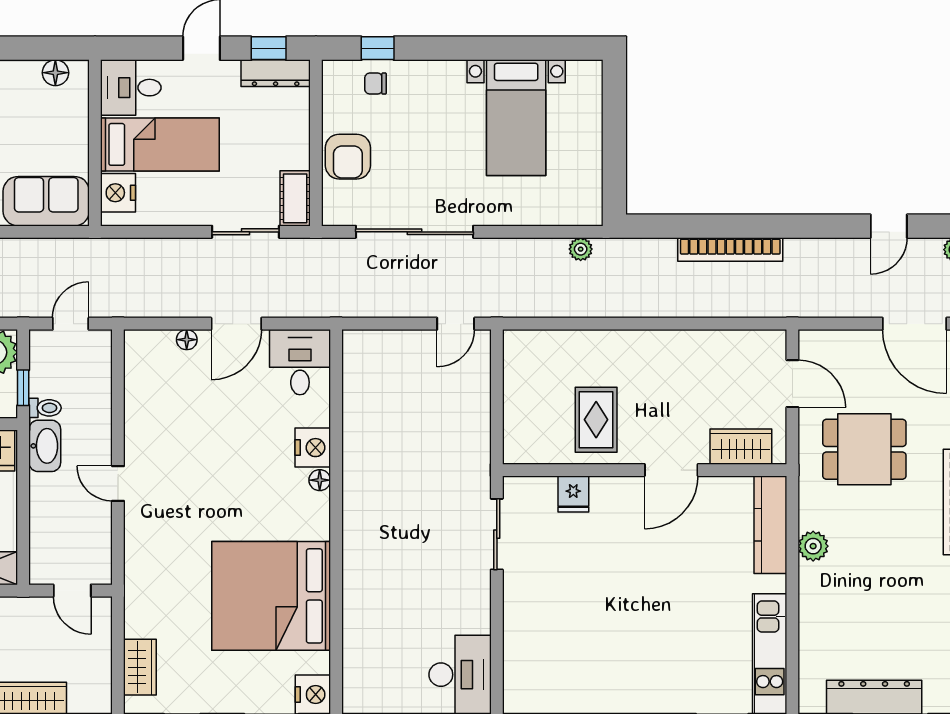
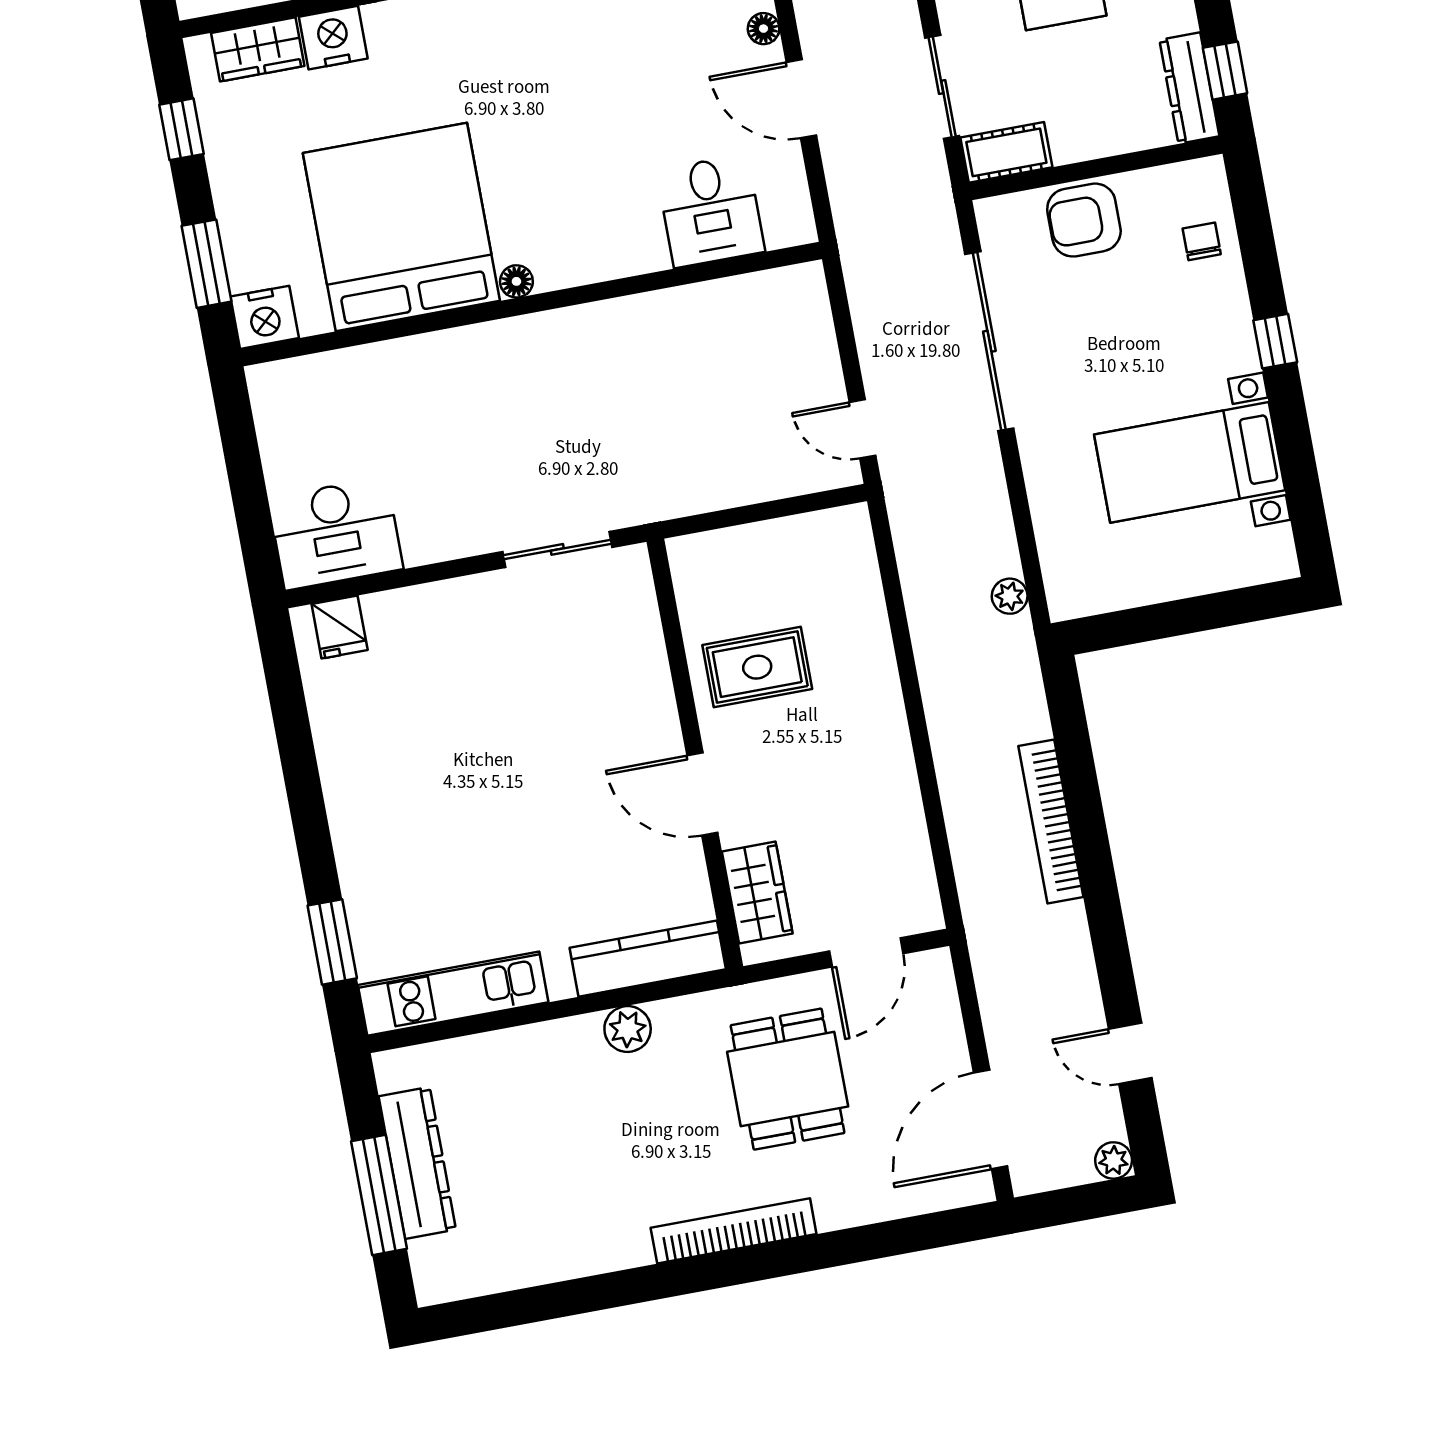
window: (378, 48) -> (1275, 341), moved
desk: (300, 362) -> (711, 211), moved, turned 90
nightstand: (313, 448) -> (333, 38), moved, turned 180
floor lamp: (320, 480) -> (516, 281), moved
fridge: (573, 494) -> (340, 627), moved, turned -90

